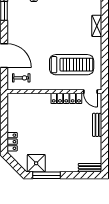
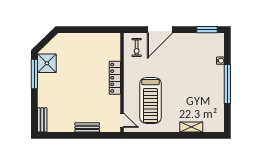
door: (90, 92) -> (122, 120), swing flipped
locker: (66, 98) -> (115, 78), moved
locker: (12, 142) -> (70, 38), removed

